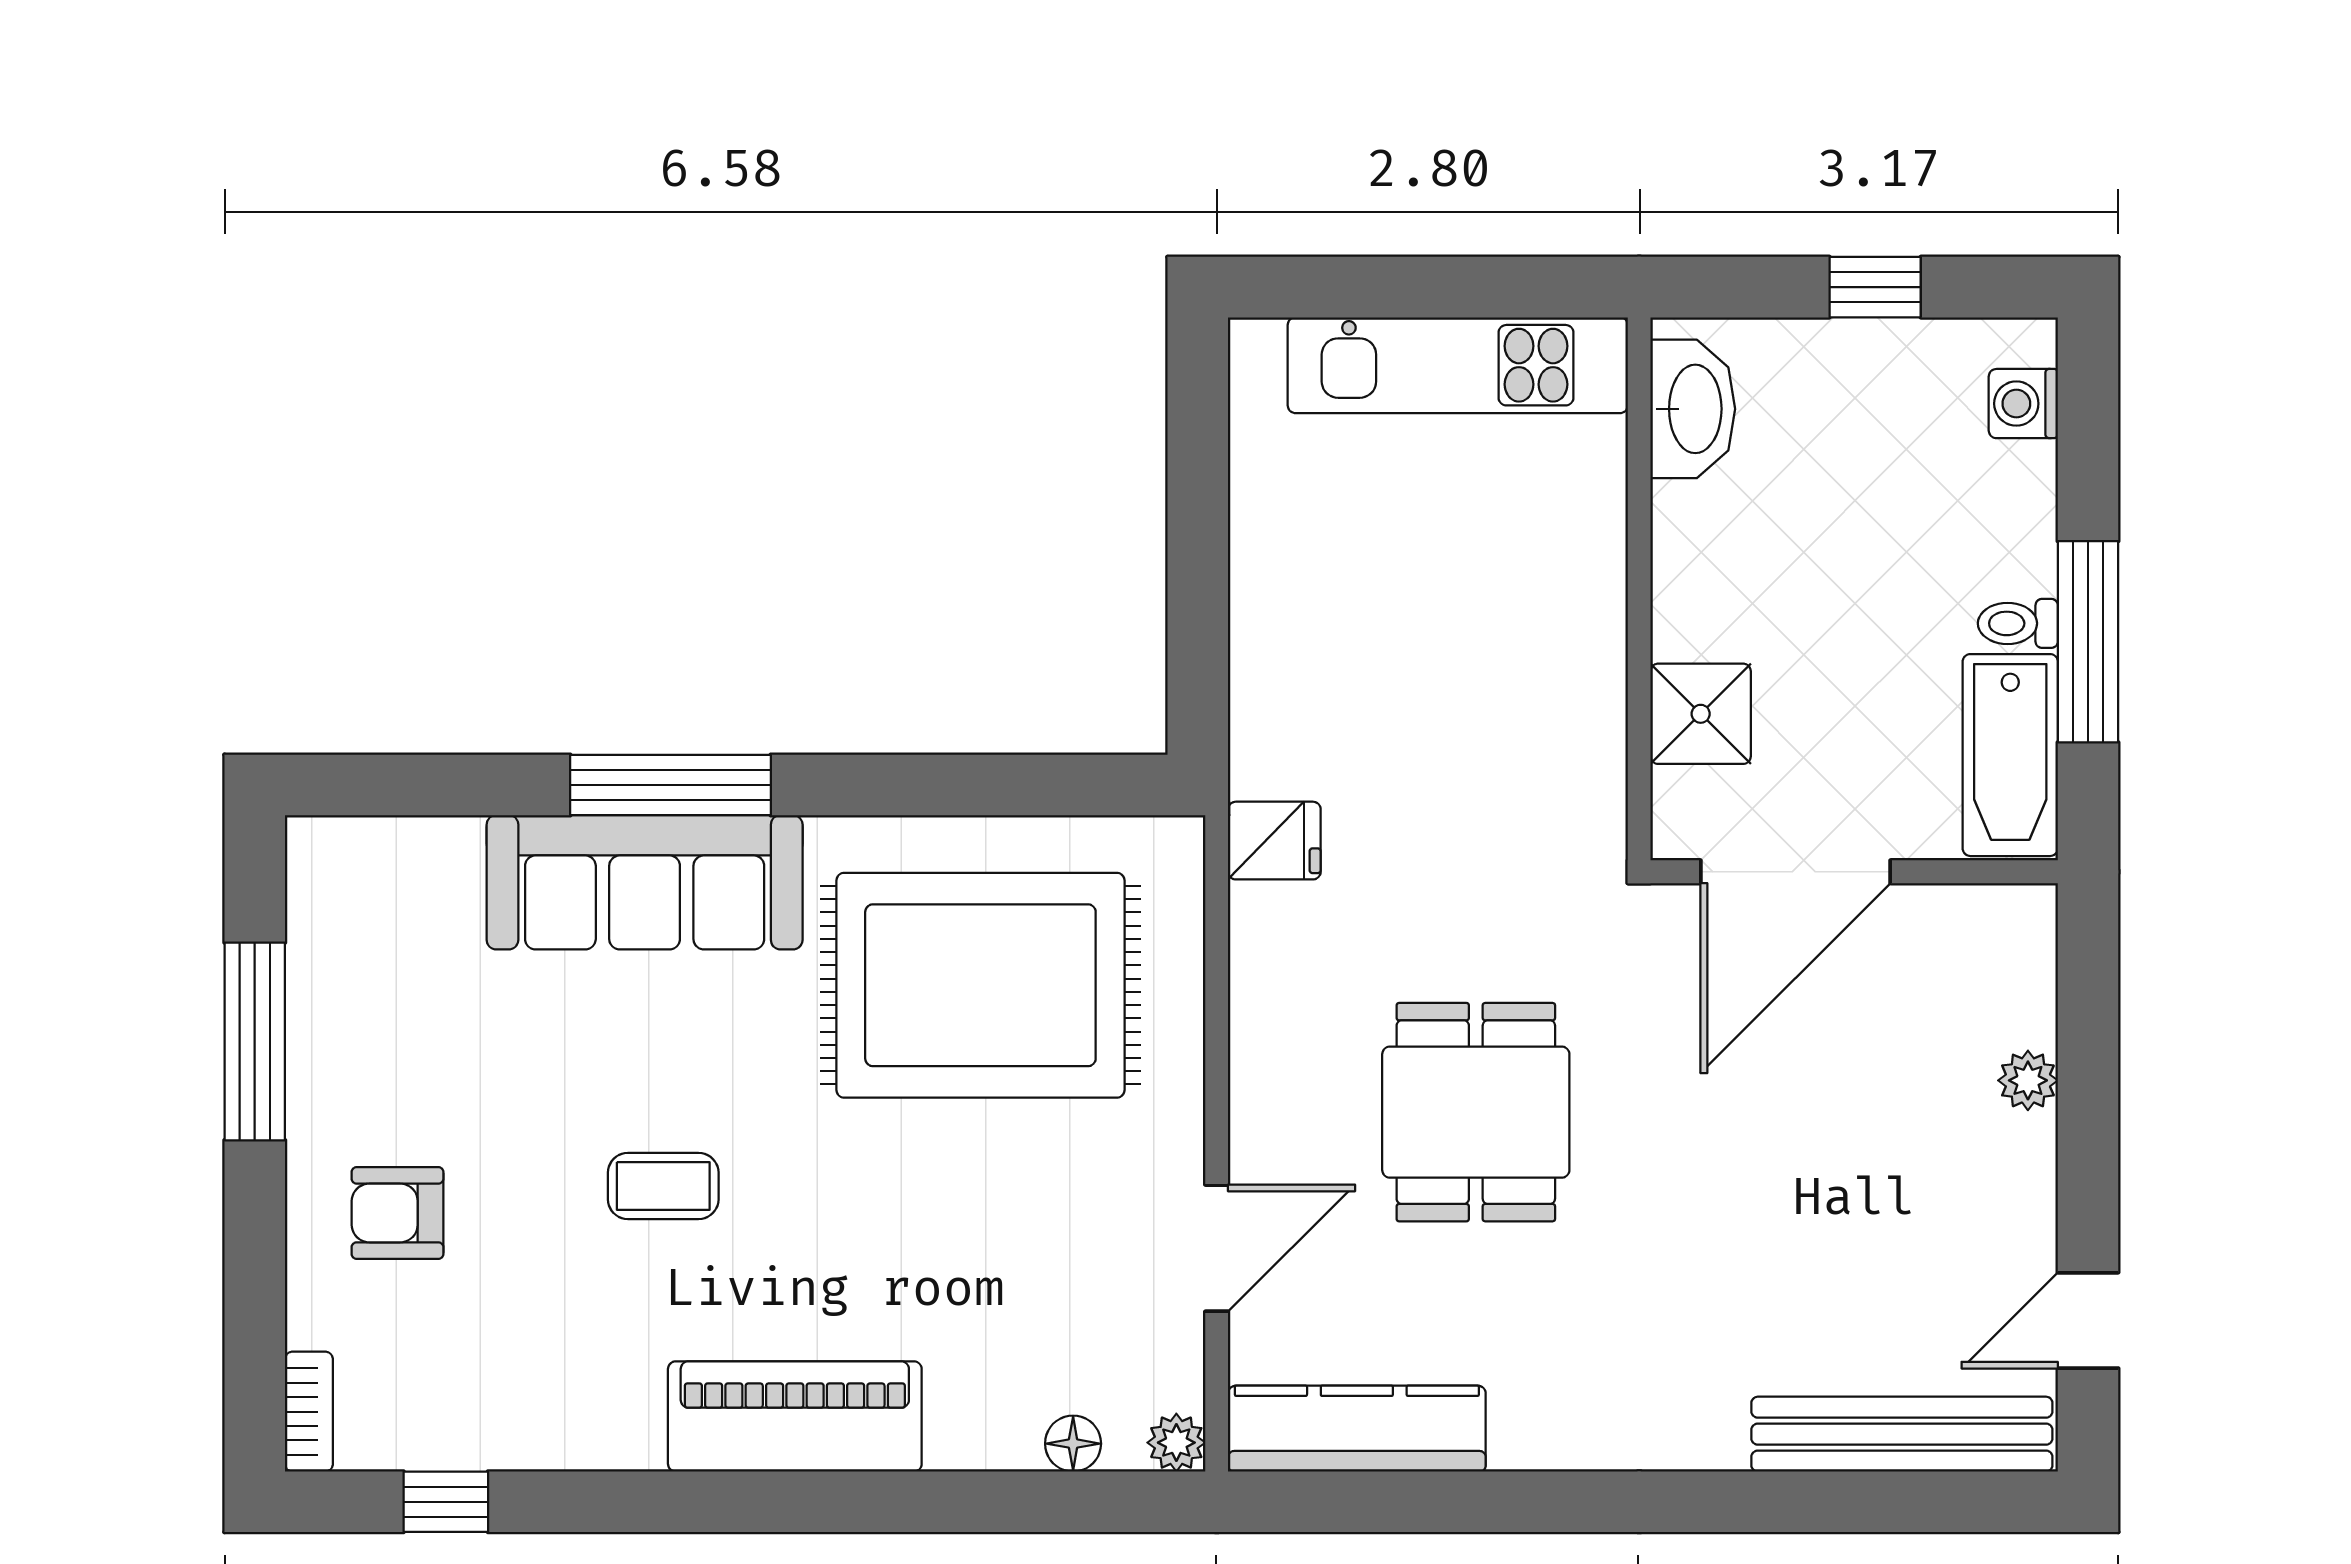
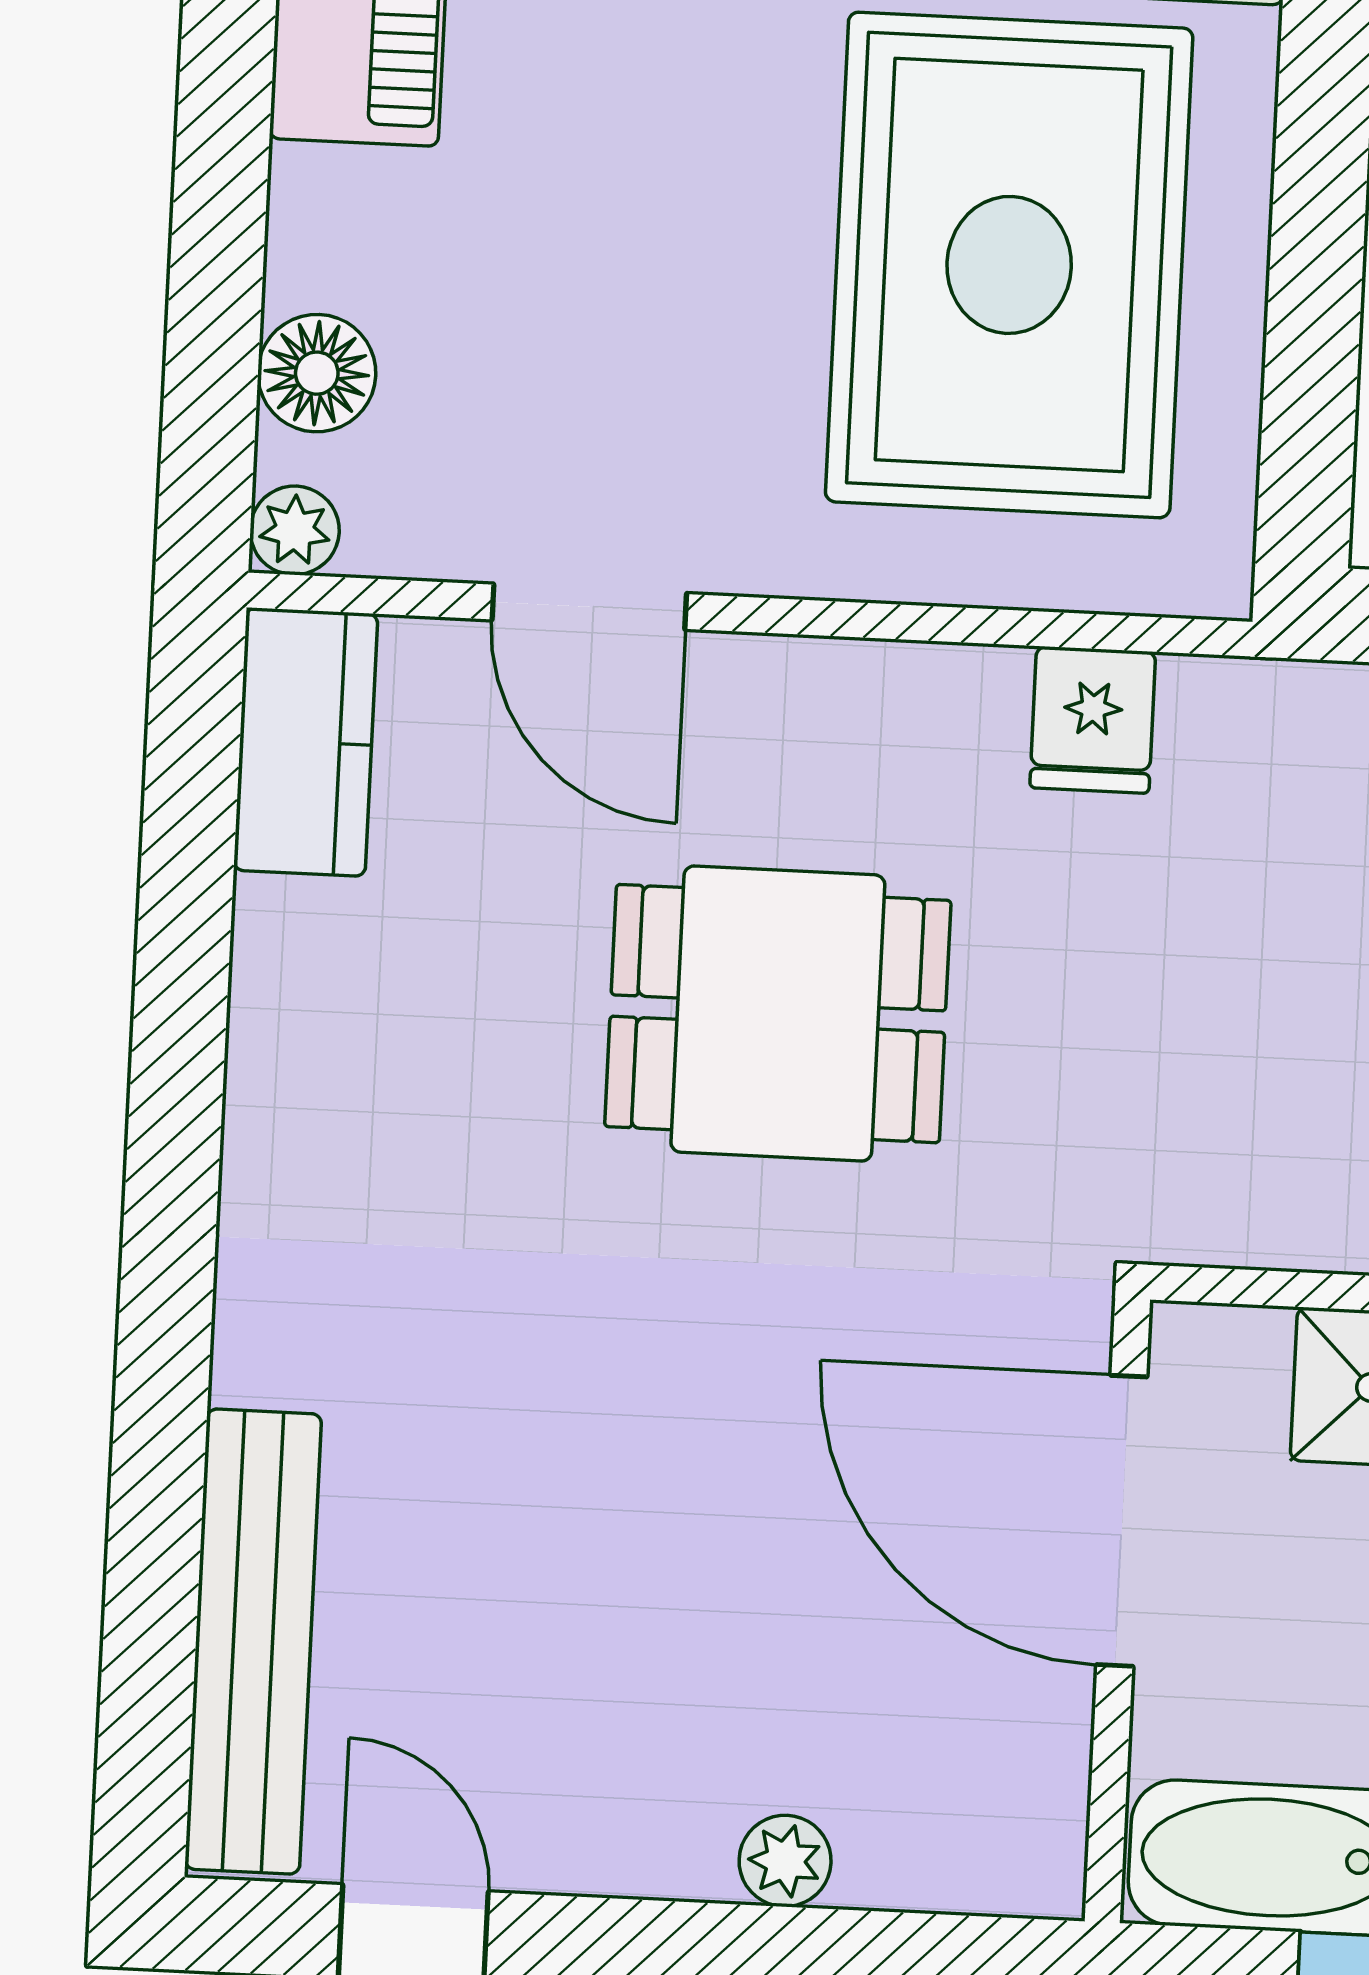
fridge: (1274, 841) -> (1093, 720), moved
kitchen counter: (1357, 1429) -> (306, 742), width x0.67
floor lamp: (1073, 1444) -> (317, 373), width x1.37, depth x1.37

